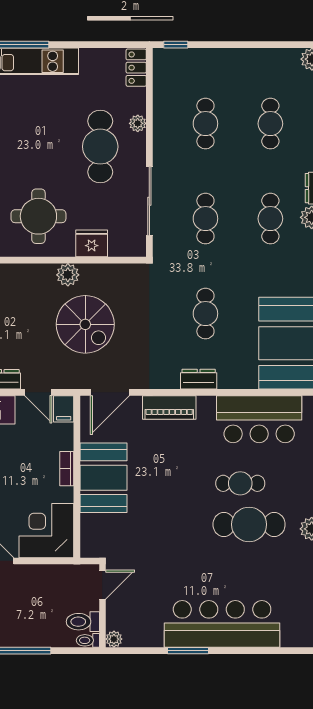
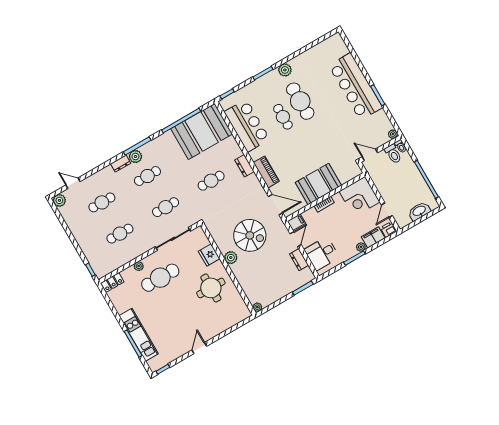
spiral stairs: (85, 324) -> (250, 235), turned 90

